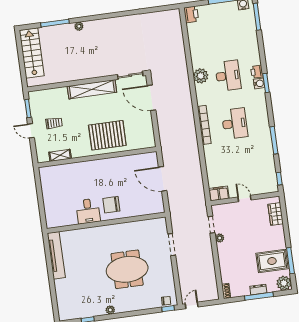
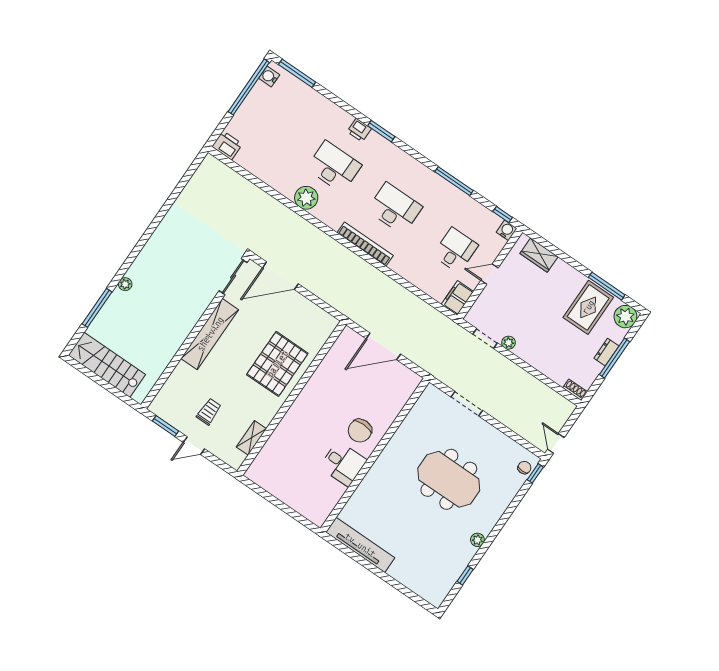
water cooler: (259, 83) -> (507, 230), moved
desk: (241, 171) -> (455, 250), added
meeting table: (127, 269) -> (449, 479), turned 90

